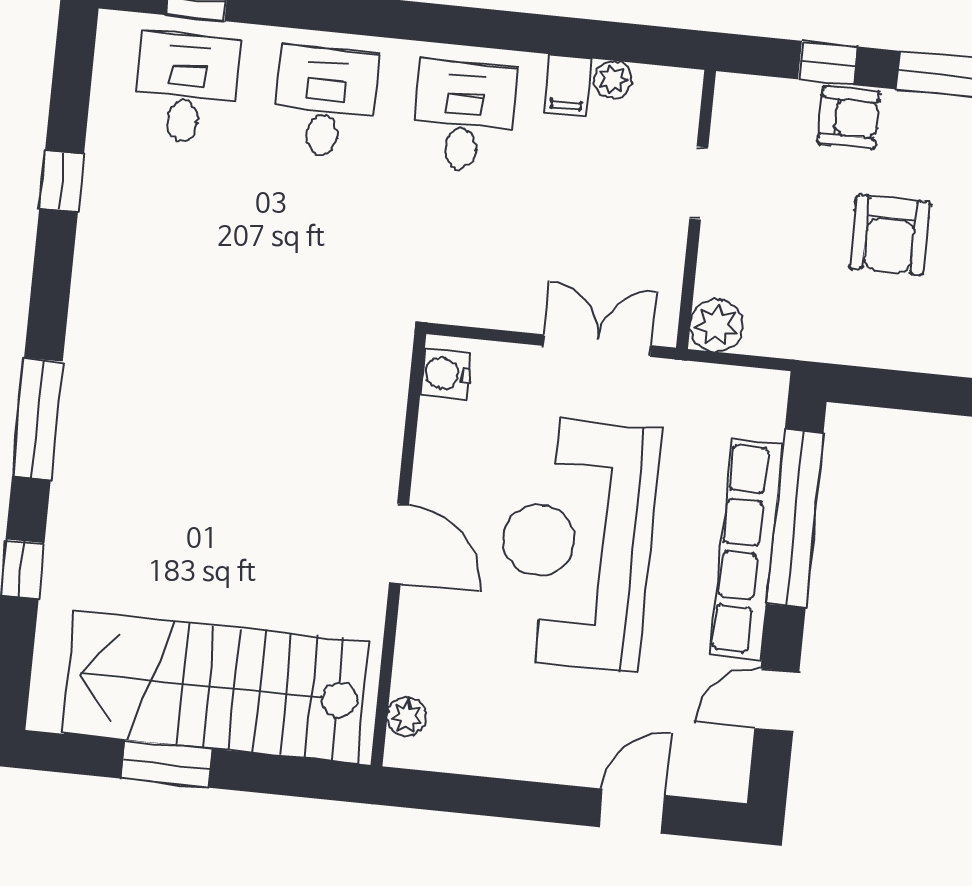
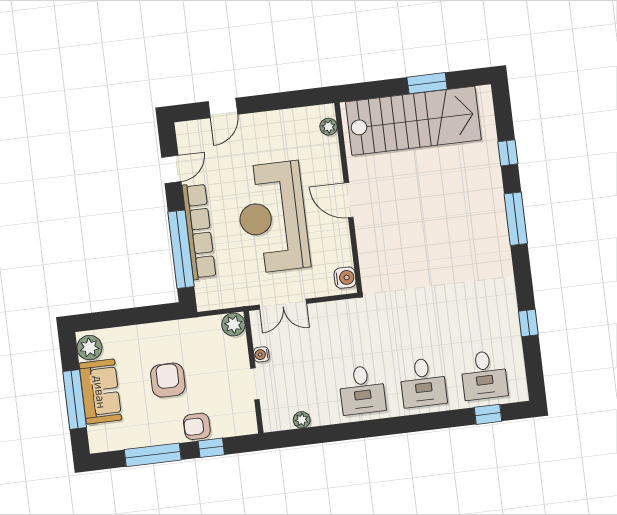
filing cabinet: (568, 85) -> (320, 413), removed
water cooler: (670, 245) -> (261, 354), added
reception desk: (577, 544) -> (272, 217), turned 180

